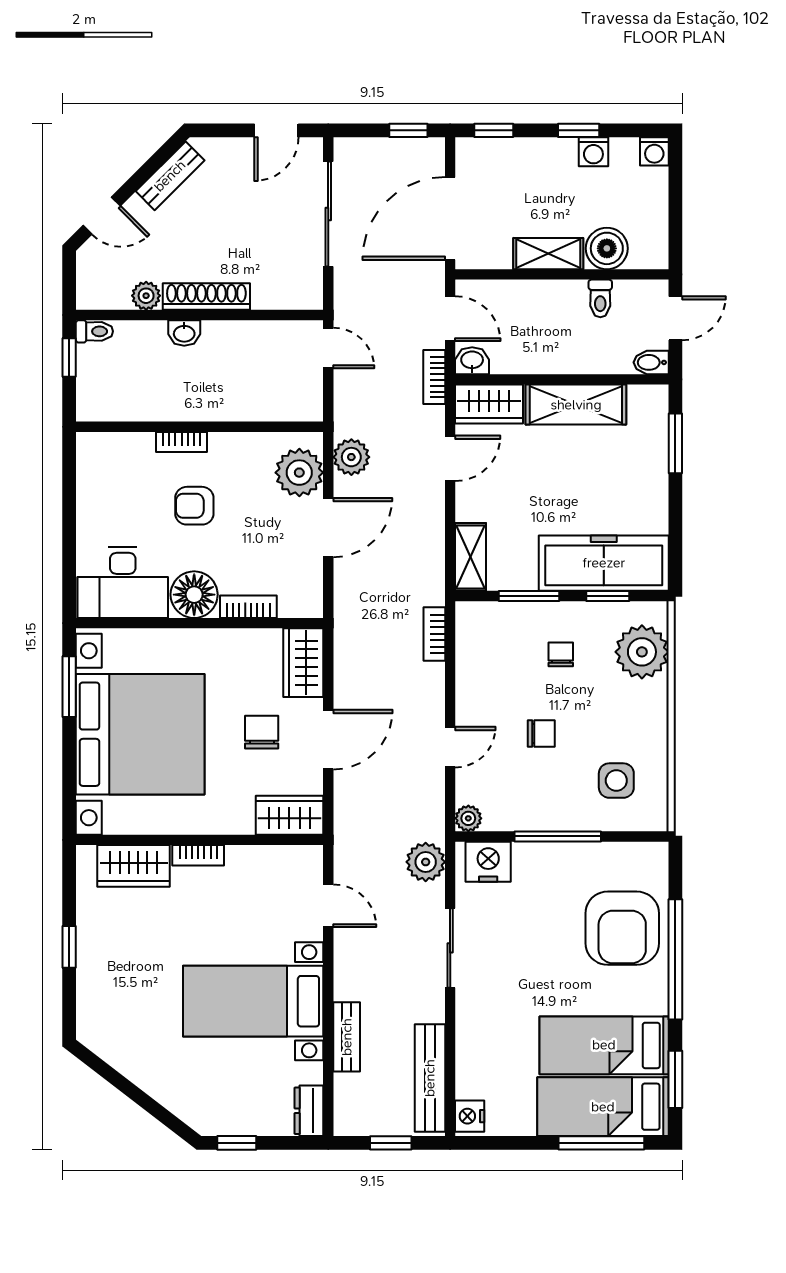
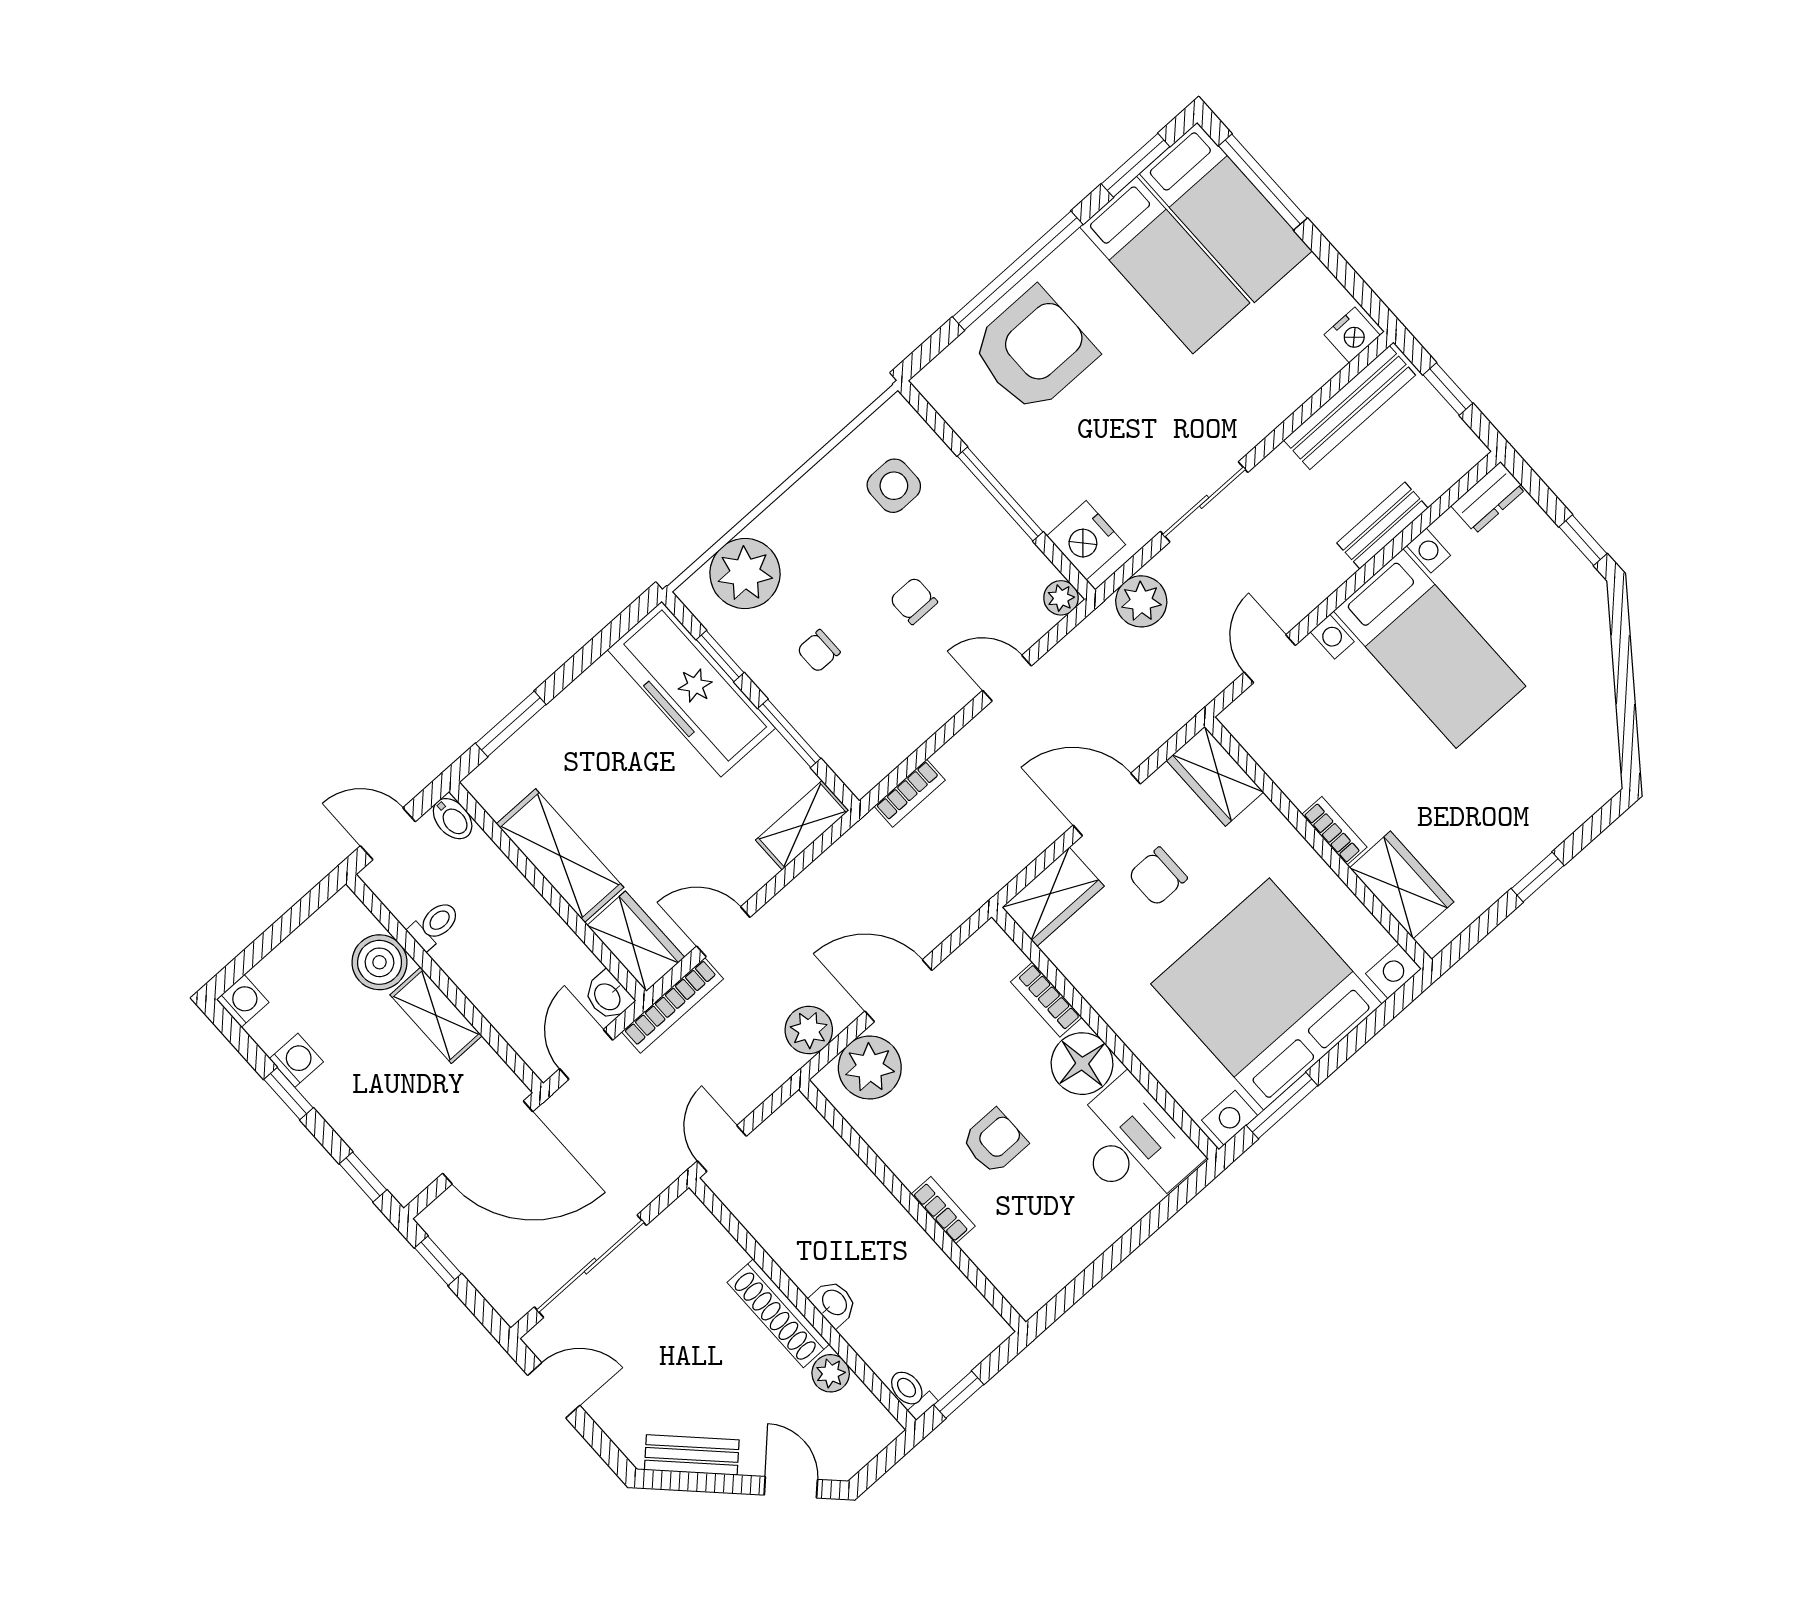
bookcase: (434, 377) -> (673, 1005), width x1.56
armchair: (194, 506) -> (994, 1141), turned -90

